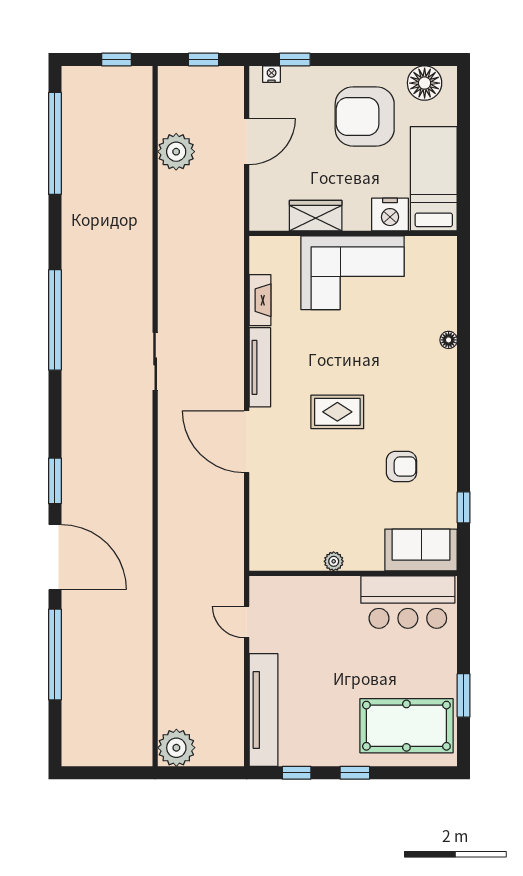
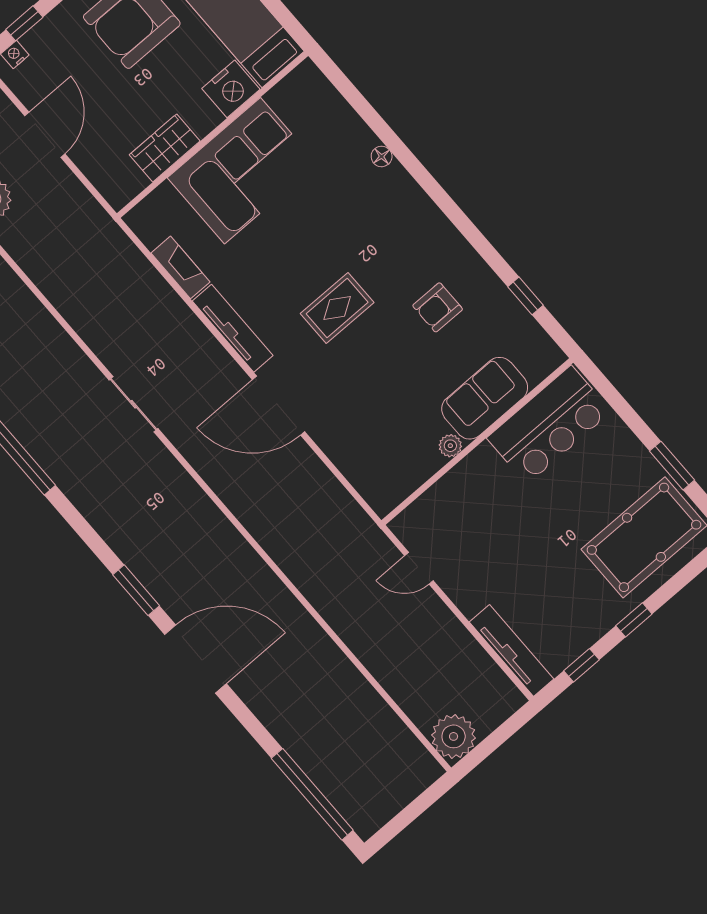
armchair: (401, 467) -> (438, 307), turned 180
sofa: (421, 550) -> (485, 398), moved
window: (55, 655) -> (312, 794), moved
tv unit: (264, 710) -> (512, 650), width x0.73, depth x0.78

